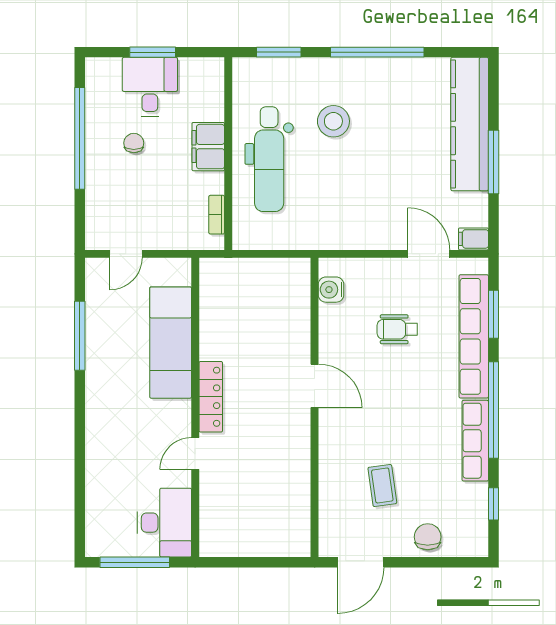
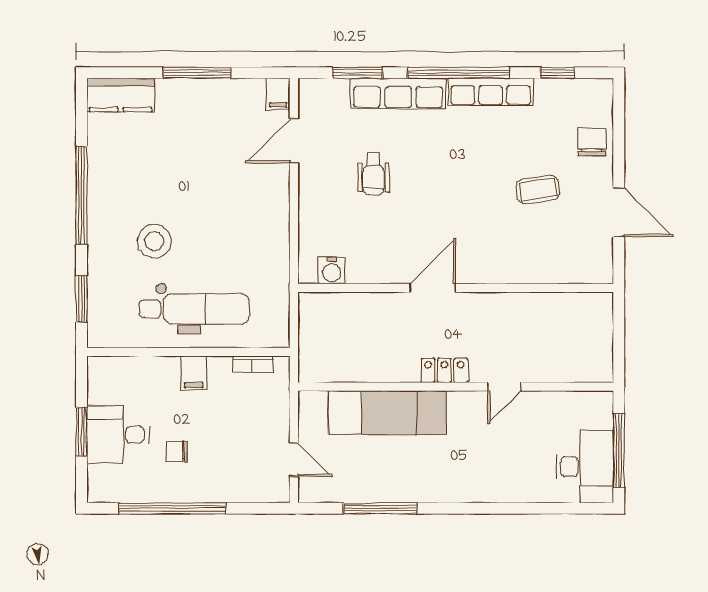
kitchen counter: (470, 124) -> (121, 95), width x0.48, depth x0.86
filing cabinet: (208, 147) -> (194, 373), width x0.50
water cooler: (331, 290) -> (332, 270), moved
row of seats: (474, 336) -> (398, 93), width x0.73
door: (315, 386) -> (433, 288), moved
locker: (211, 397) -> (444, 370), width x0.66
wall: (315, 407) -> (456, 288), moved
door: (195, 454) -> (504, 387), hinge flipped
desk: (164, 523) -> (585, 467), moved, turned 90
chair: (428, 537) -> (592, 142), turned 90

